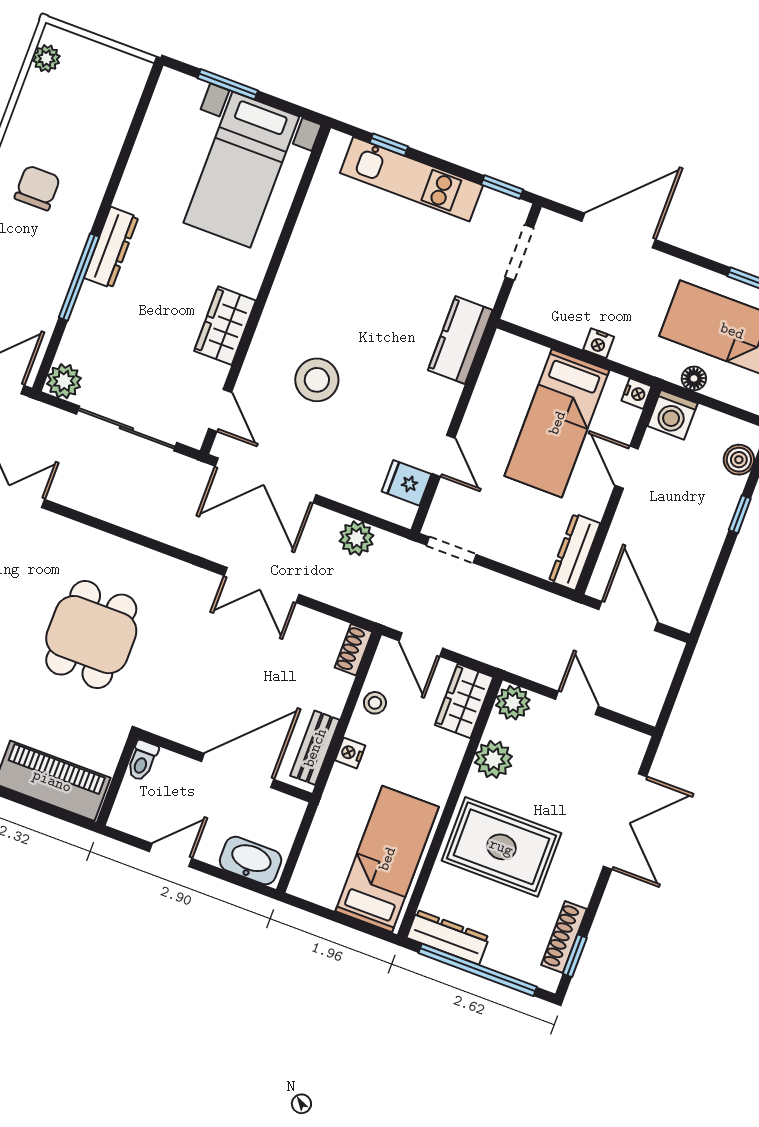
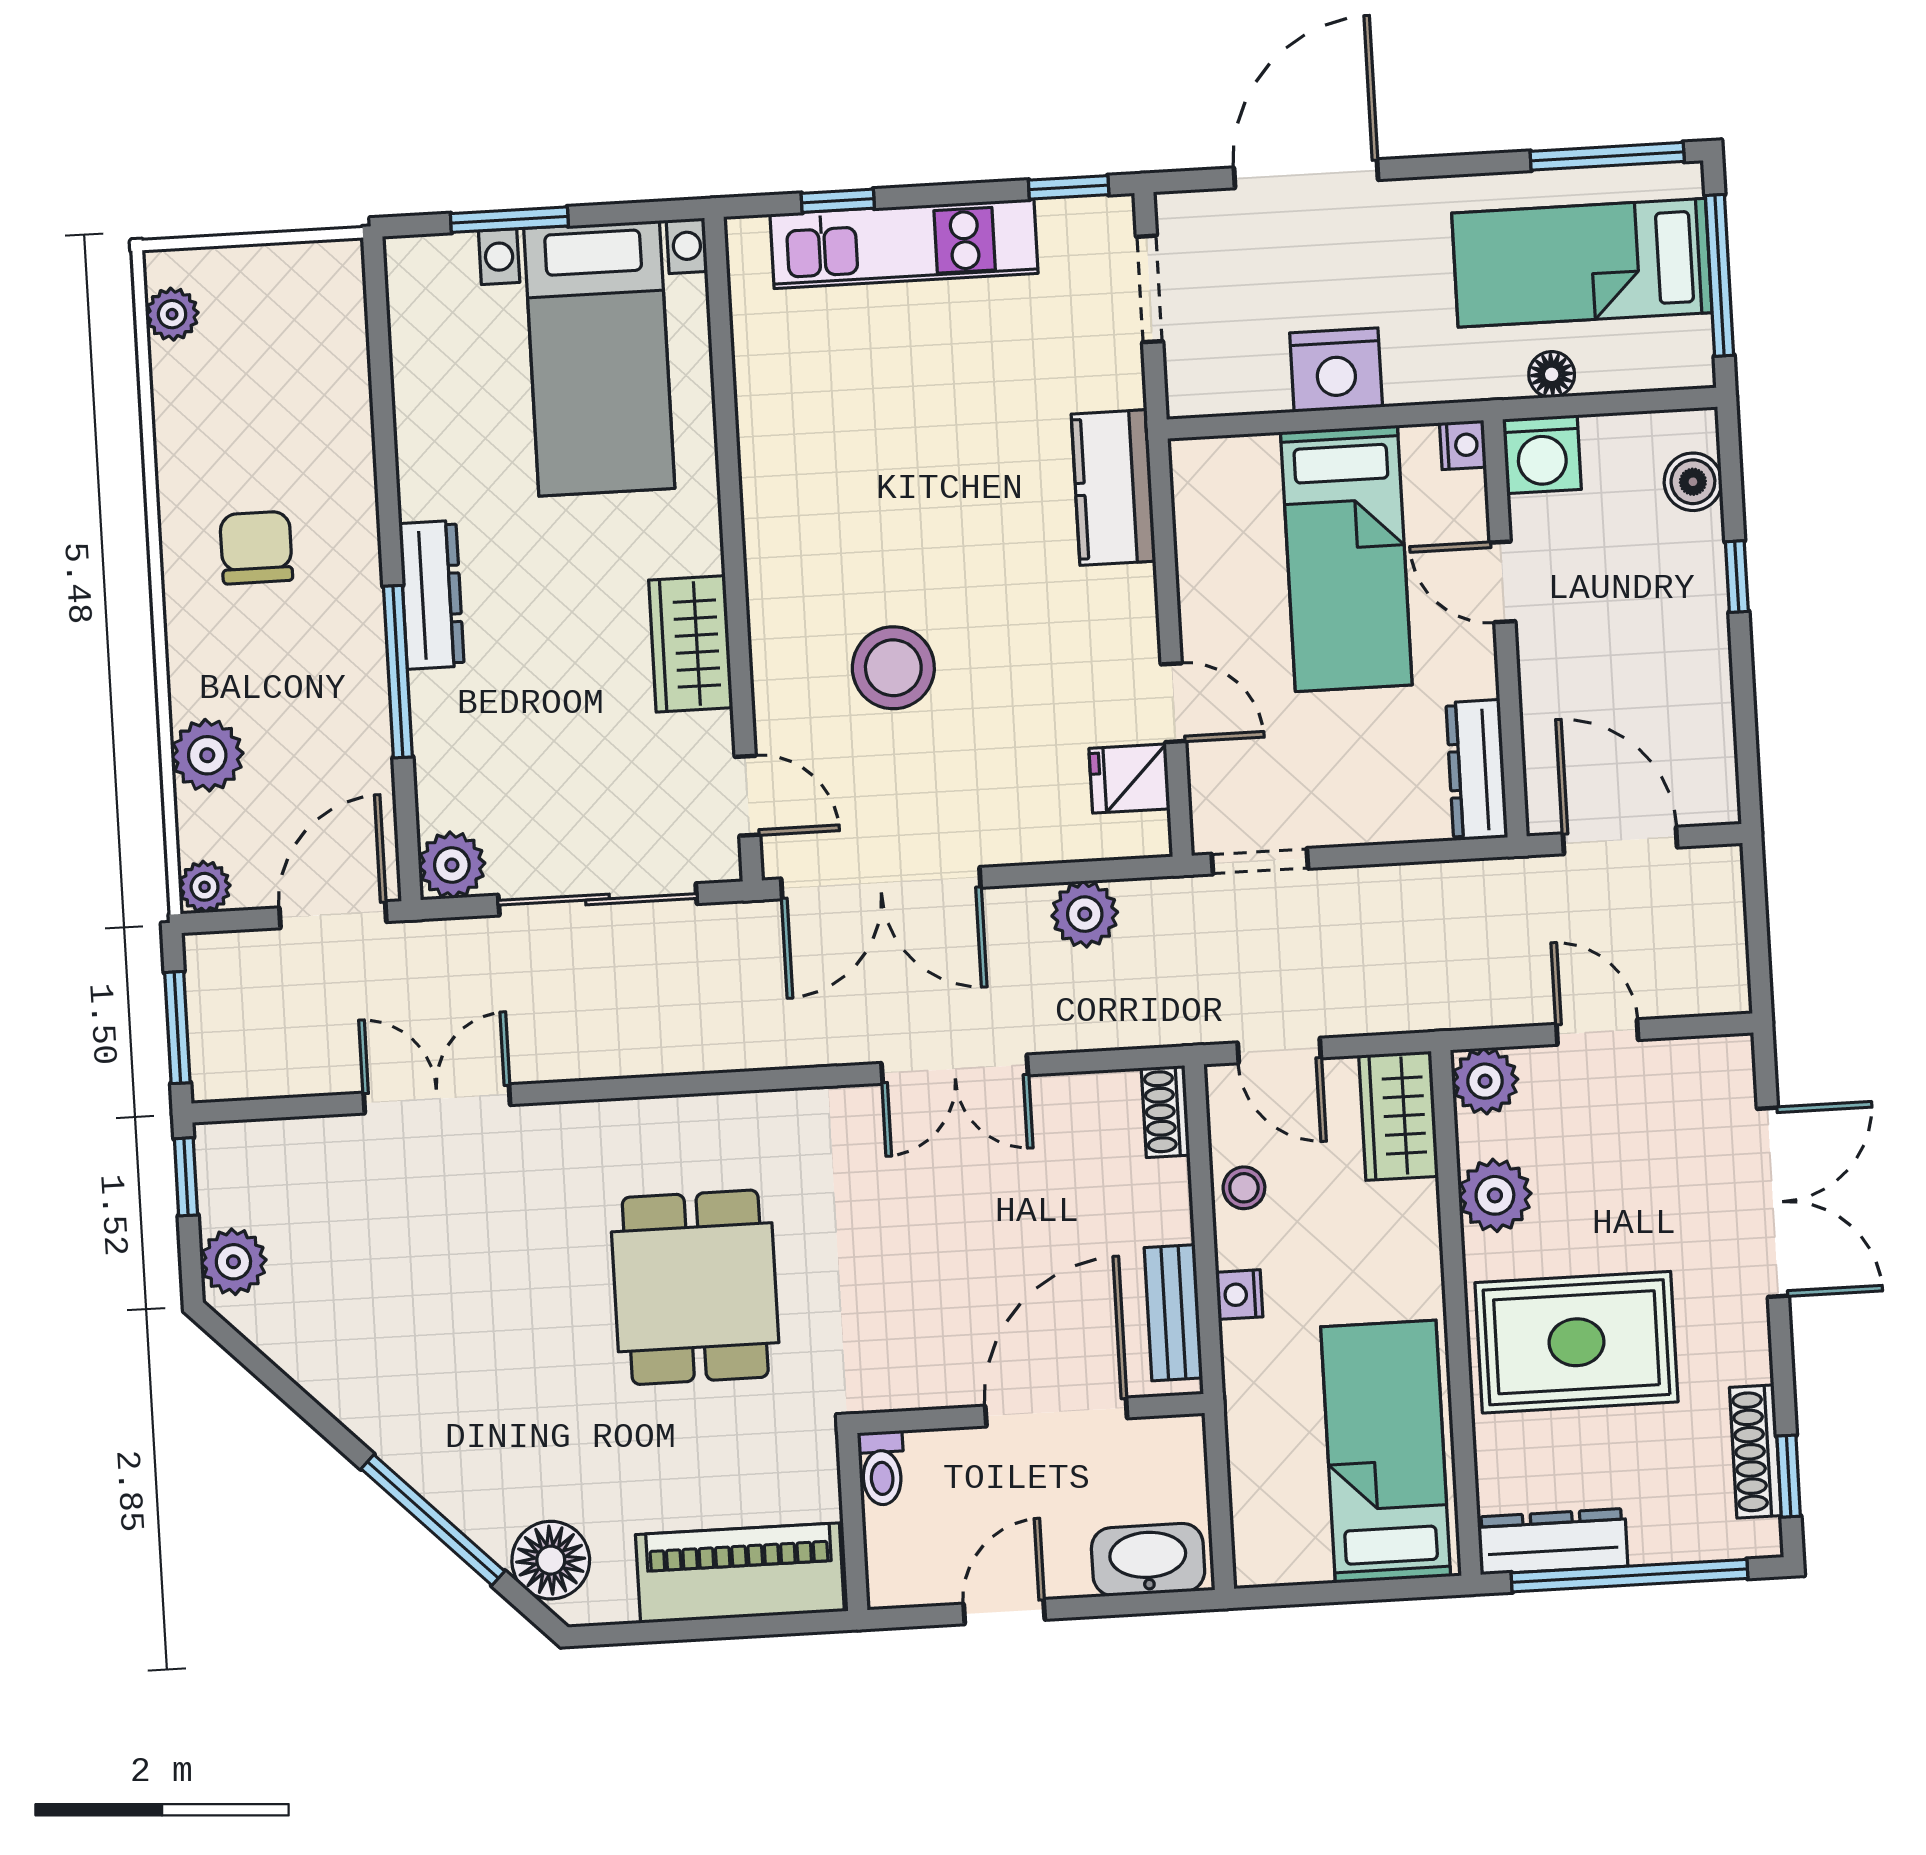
nightstand: (599, 343) -> (1336, 370), width x1.89, depth x1.79

